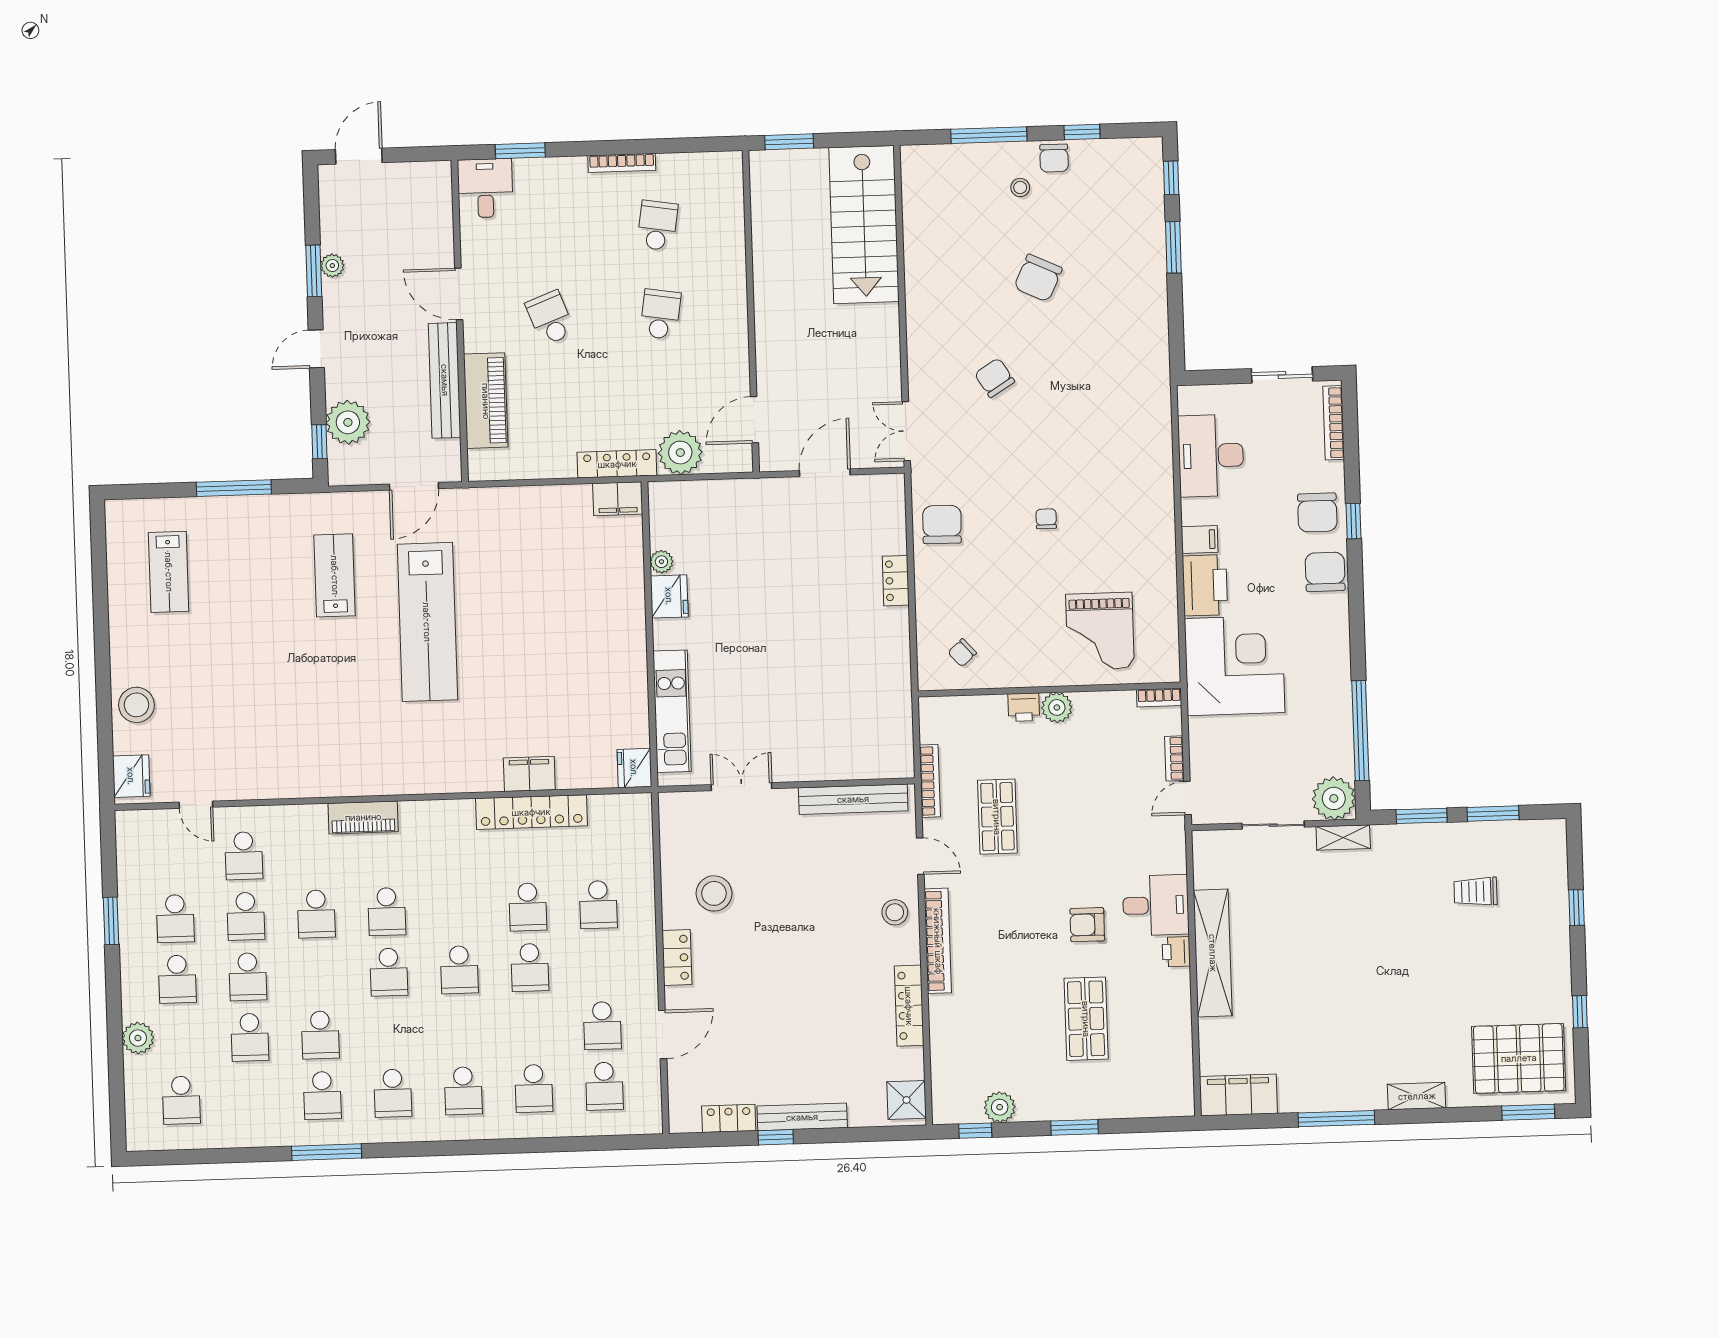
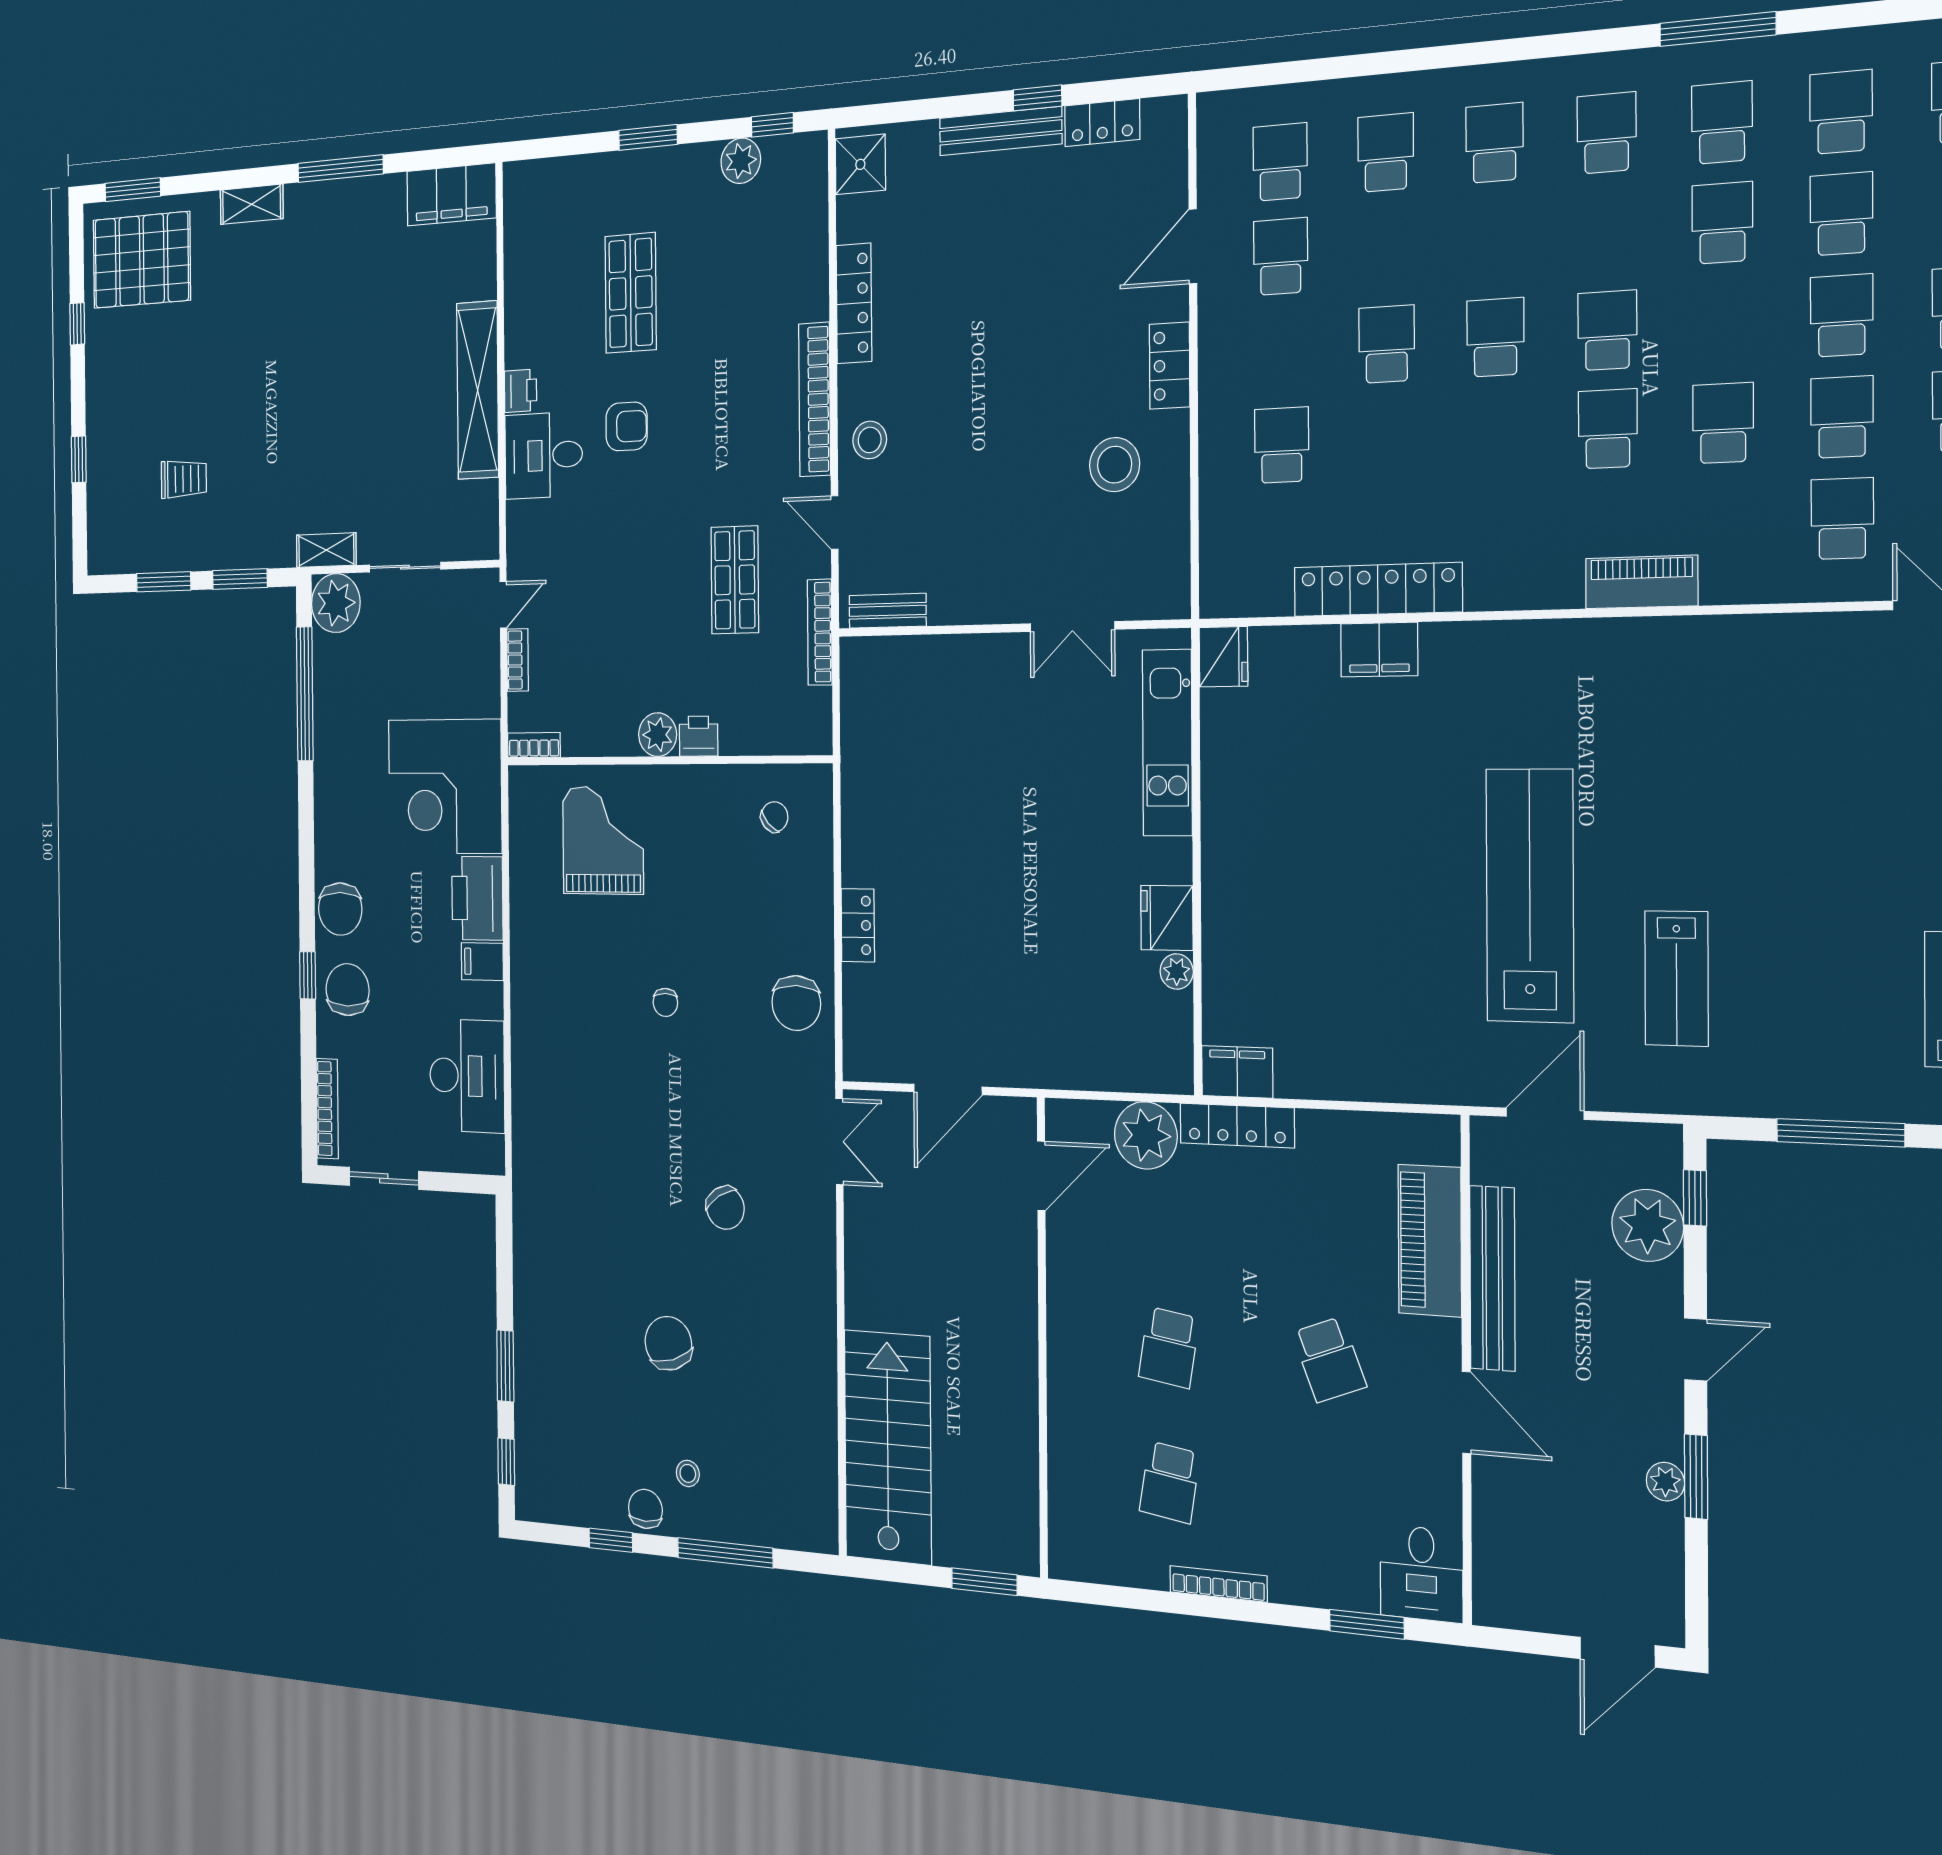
chair: (1038, 278) -> (668, 1343), turned -43
bench: (853, 799) -> (888, 611), width x0.54, depth x0.82
school desk: (528, 907) -> (1841, 112), moved

